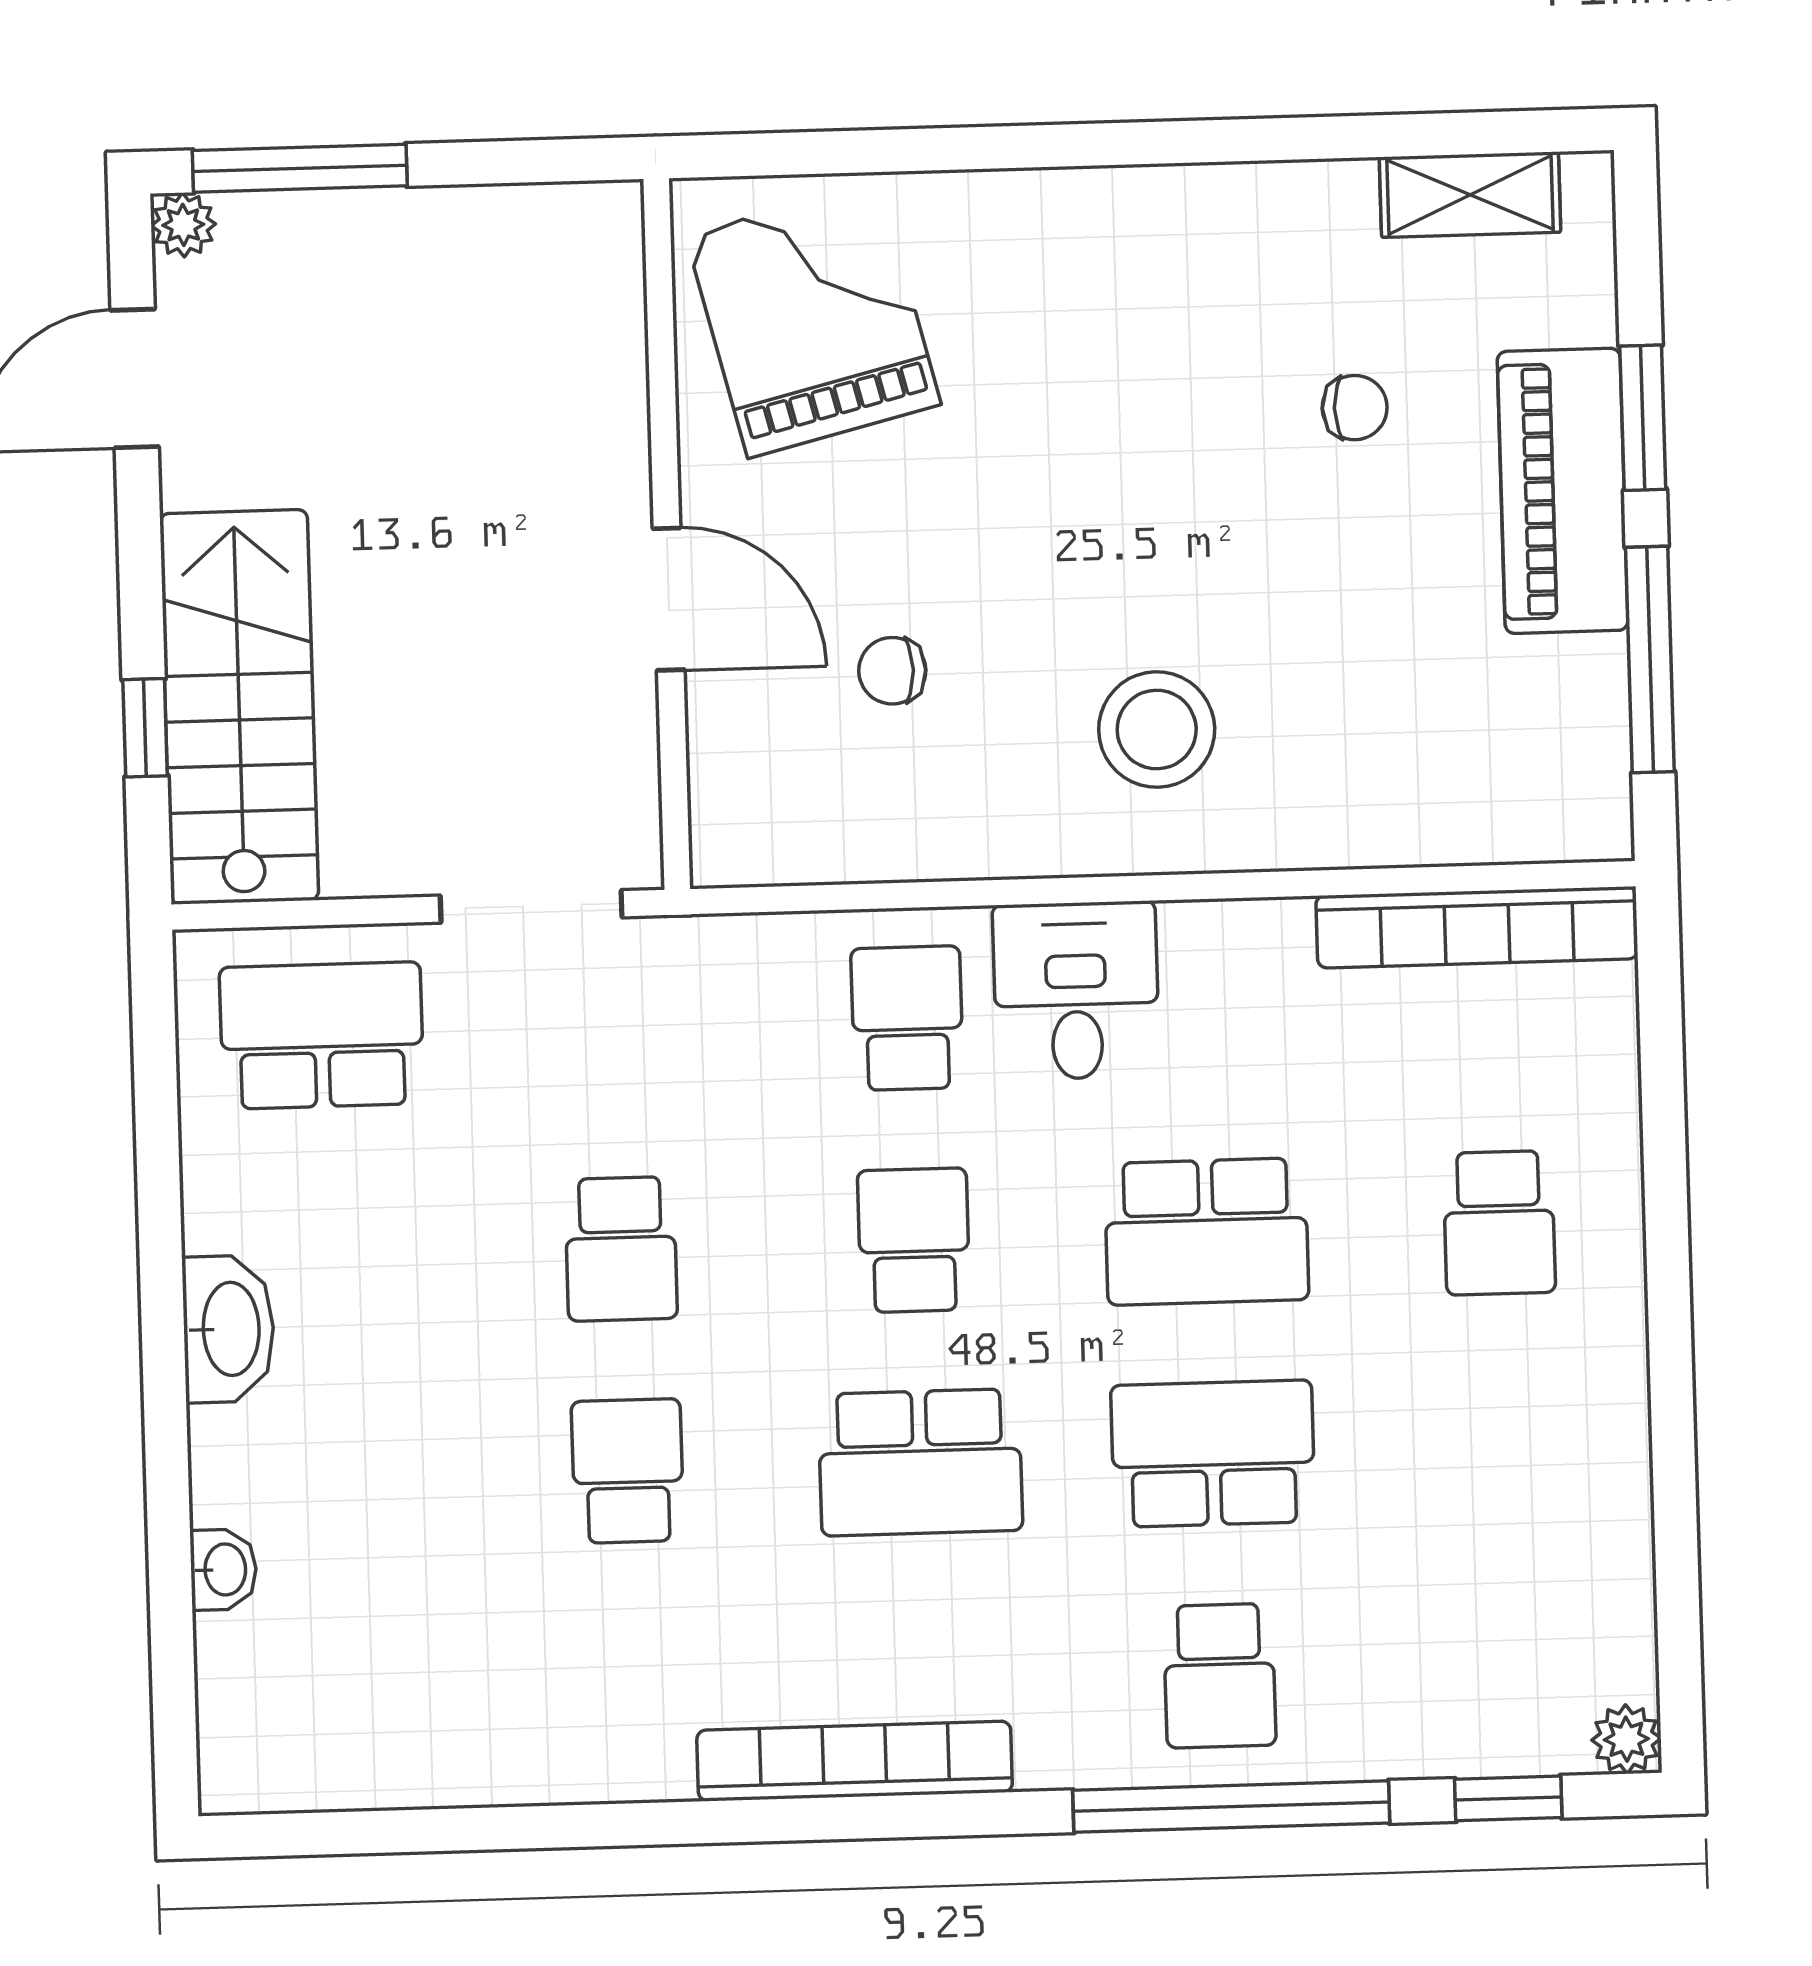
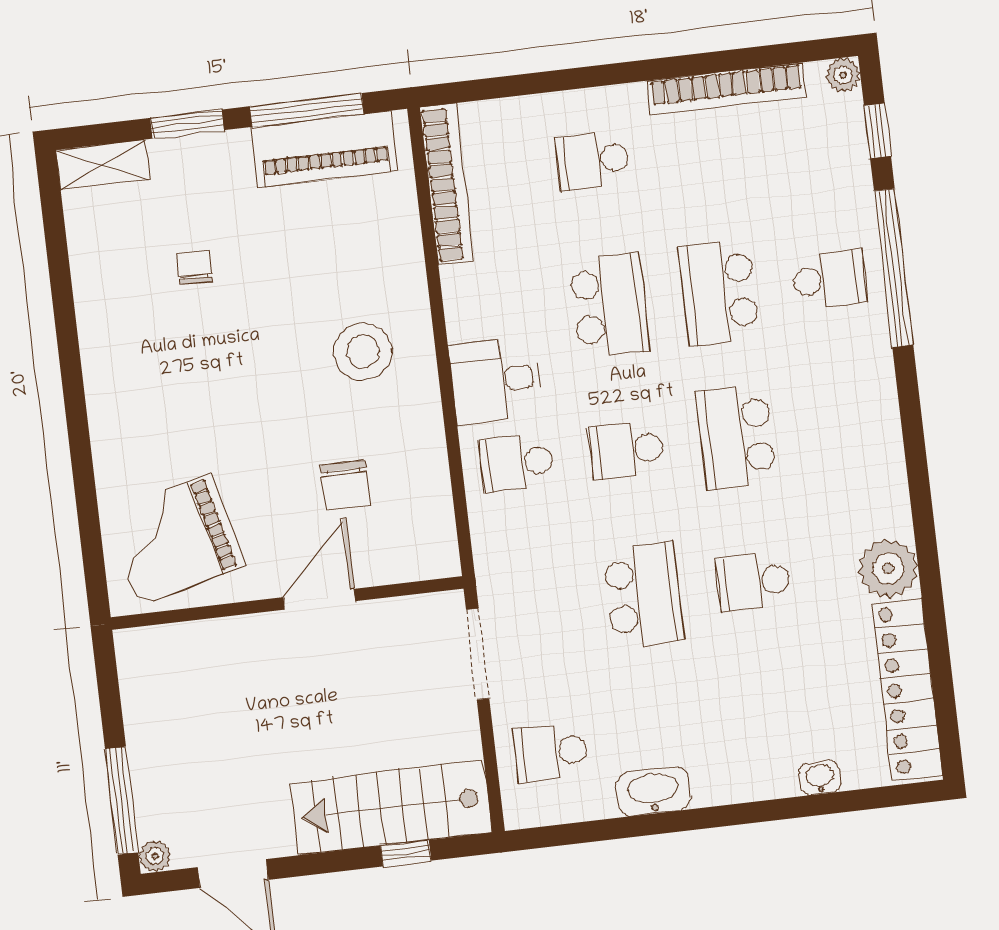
shelving: (1470, 195) -> (102, 165), moved, turned 90
piano: (1563, 491) -> (325, 149), moved
chair: (892, 671) -> (345, 485), width x1.37, depth x1.37
school desk: (322, 1035) -> (551, 752), width x0.54
school desk: (1499, 1223) -> (593, 160), turned 180
school desk: (621, 1249) -> (644, 595), width x1.85
washbasin: (229, 1329) -> (653, 791), moved
school desk: (920, 1462) -> (736, 437), turned 180
plant: (630, 1743) -> (888, 569), added
locker: (385, 1760) -> (907, 689), added
bookcase: (855, 1761) -> (726, 89), moved, turned -90

